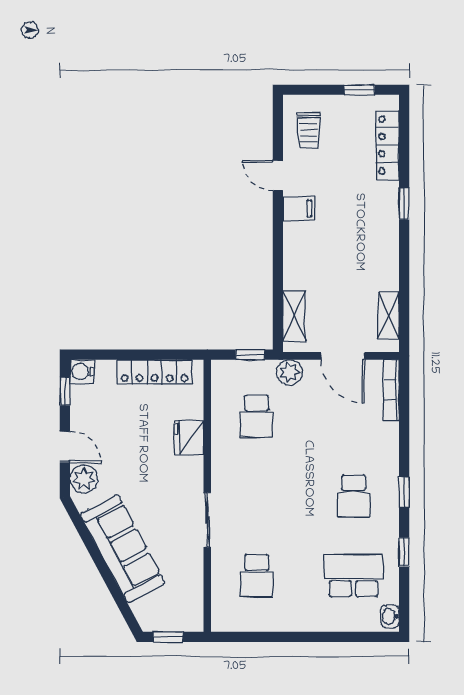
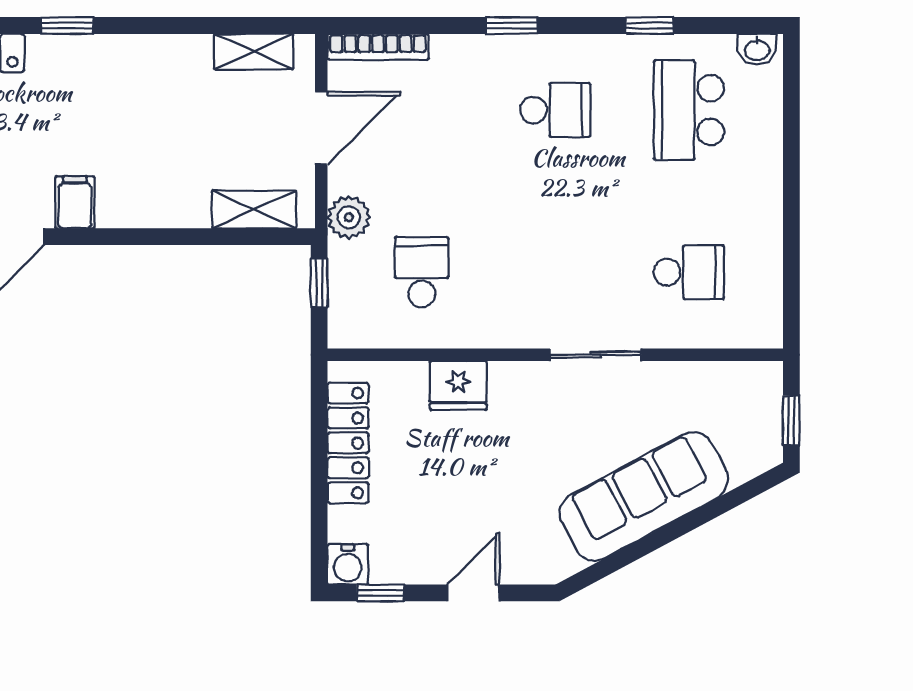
school desk: (257, 416) -> (422, 272), turned -90
plant: (84, 479) -> (527, 561), removed
window: (404, 492) -> (512, 25), moved

